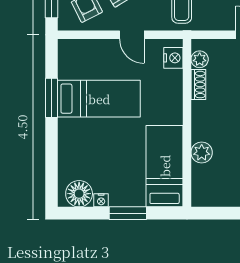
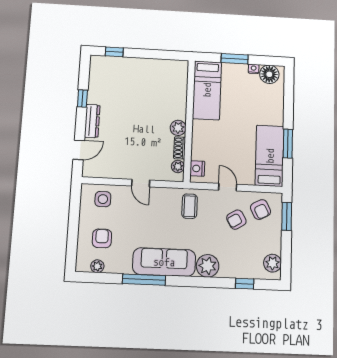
bed: (99, 99) -> (270, 156), moved, turned 90
plant: (202, 153) -> (178, 128), moved

